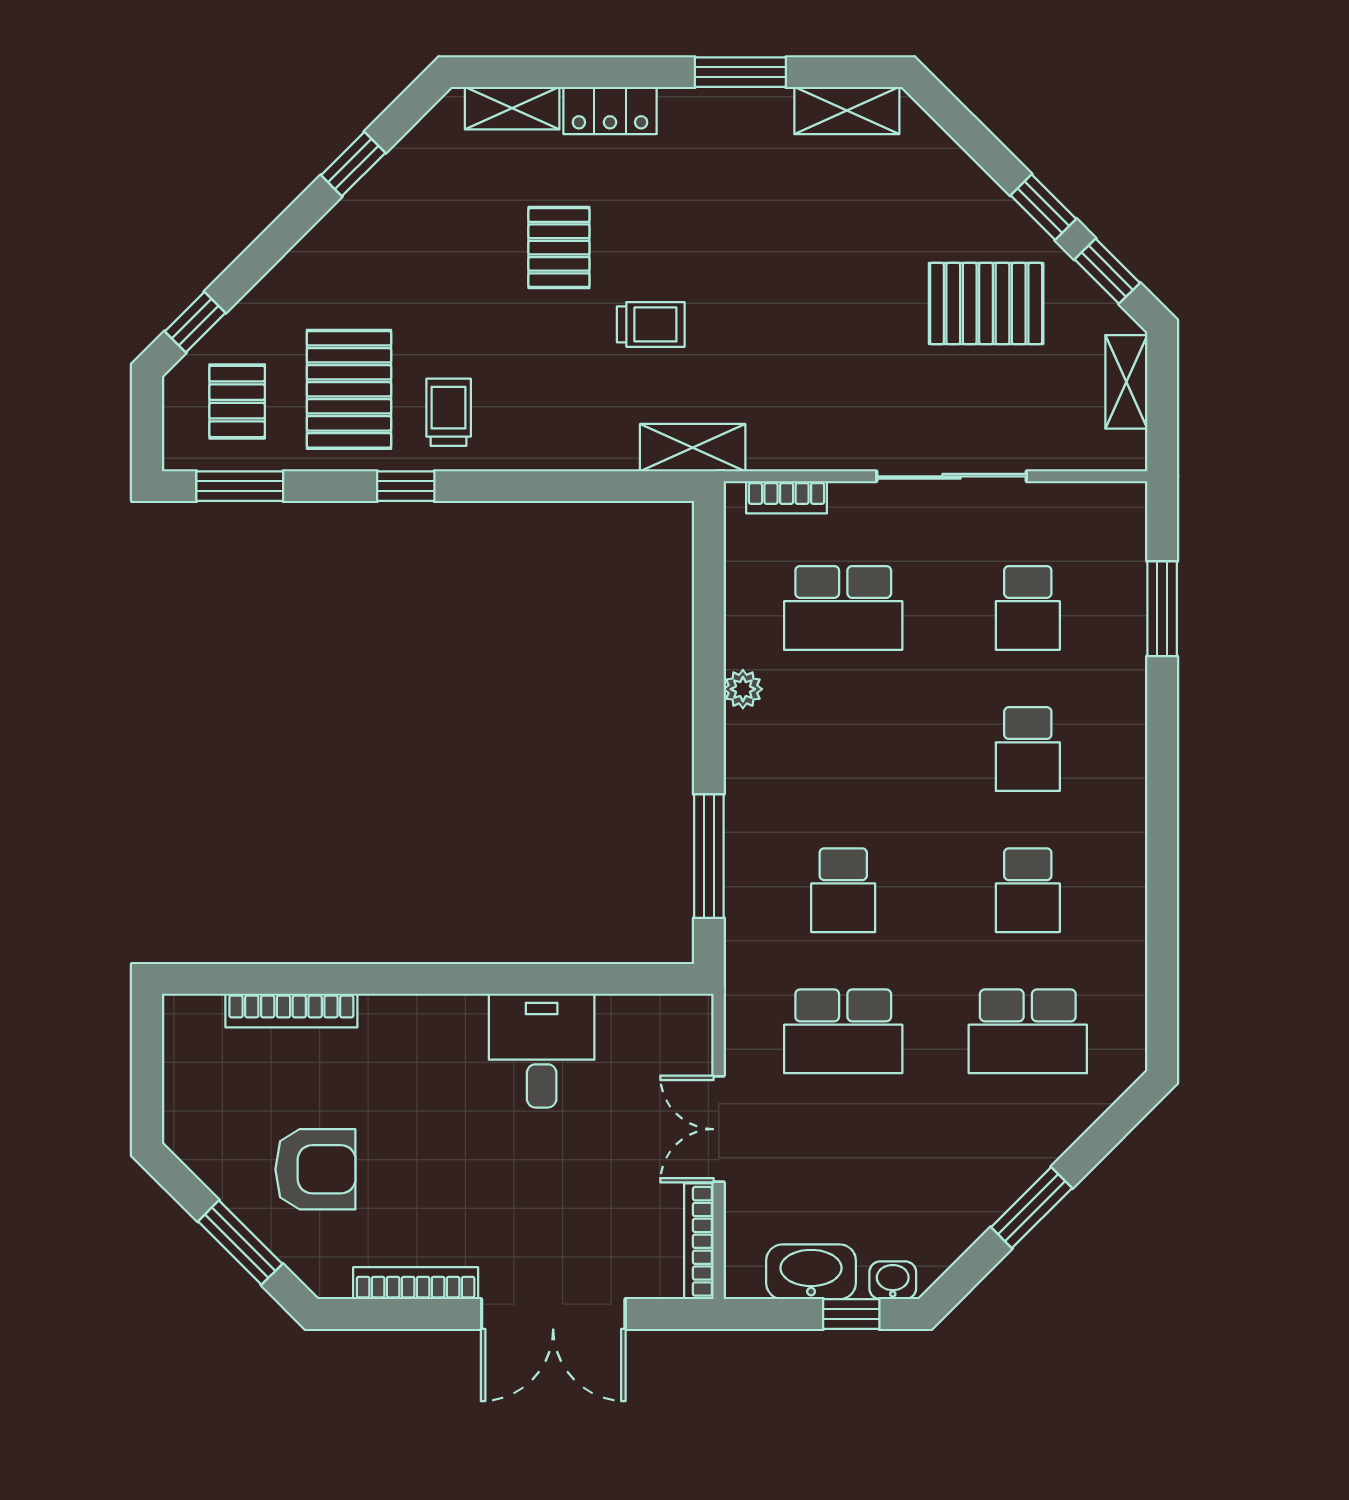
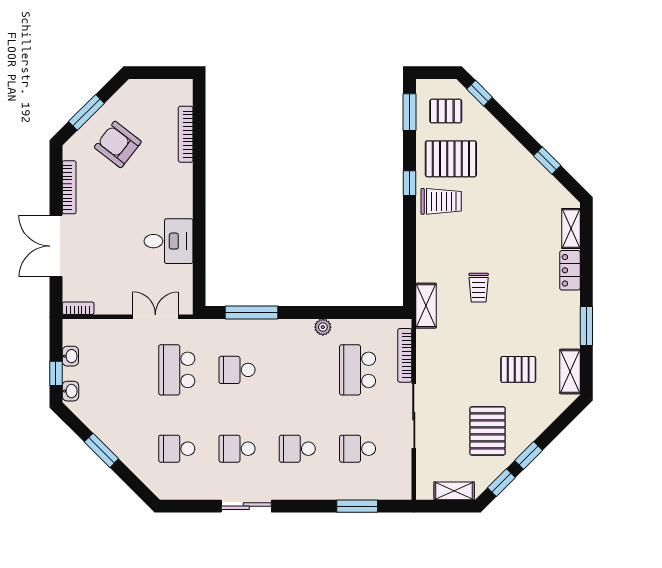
pallet: (559, 248) -> (518, 369), moved
trolley: (449, 412) -> (441, 201), width x1.36, depth x1.39
bookcase: (787, 497) -> (405, 355), width x1.56
sliding door: (1162, 868) -> (246, 506), added
school desk: (1028, 1031) -> (177, 449), width x0.54
double door: (719, 1129) -> (155, 317), moved
armchair: (315, 1169) -> (118, 144), turned 128
bookcase: (699, 1241) -> (78, 308), width x0.64
washbasin: (811, 1272) -> (70, 356), width x0.52, depth x0.69

